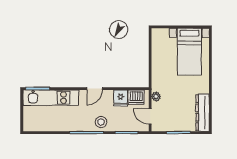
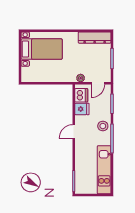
door: (95, 89) -> (74, 132), swing flipped
kitchen unit: (51, 98) -> (104, 170), moved, turned 180

